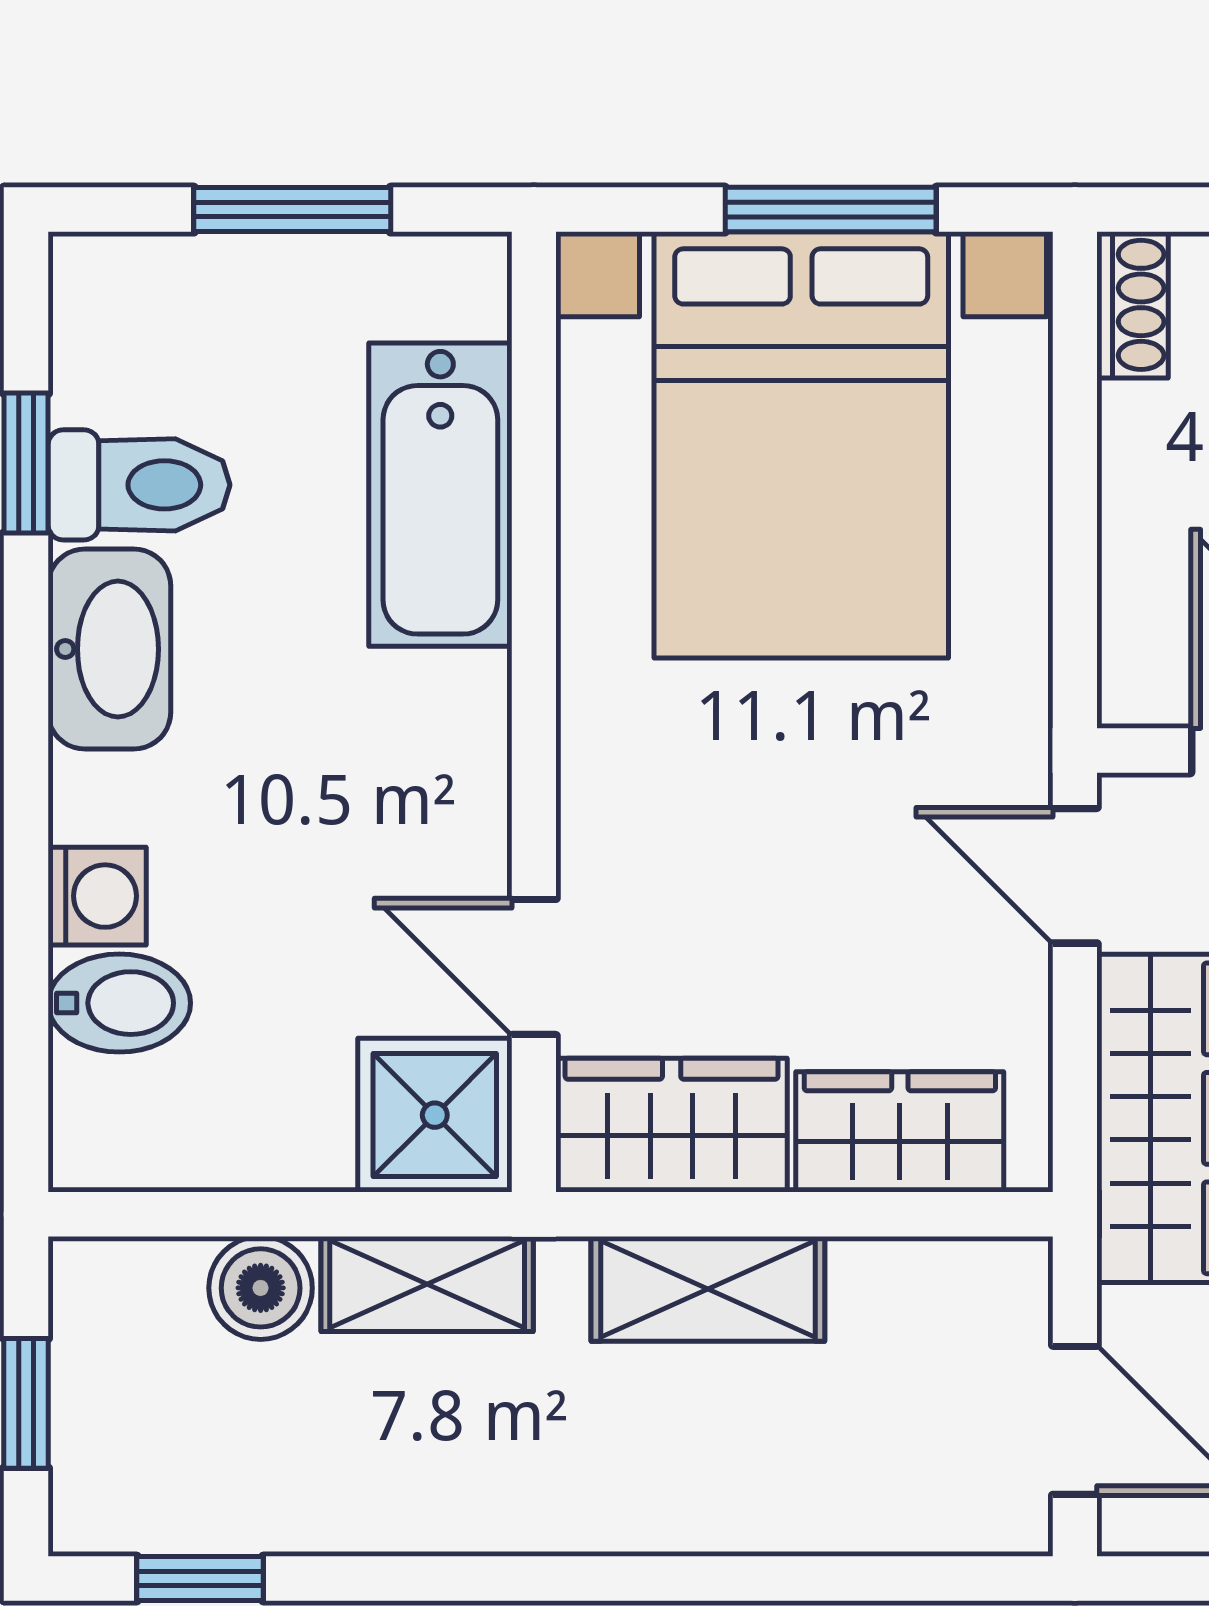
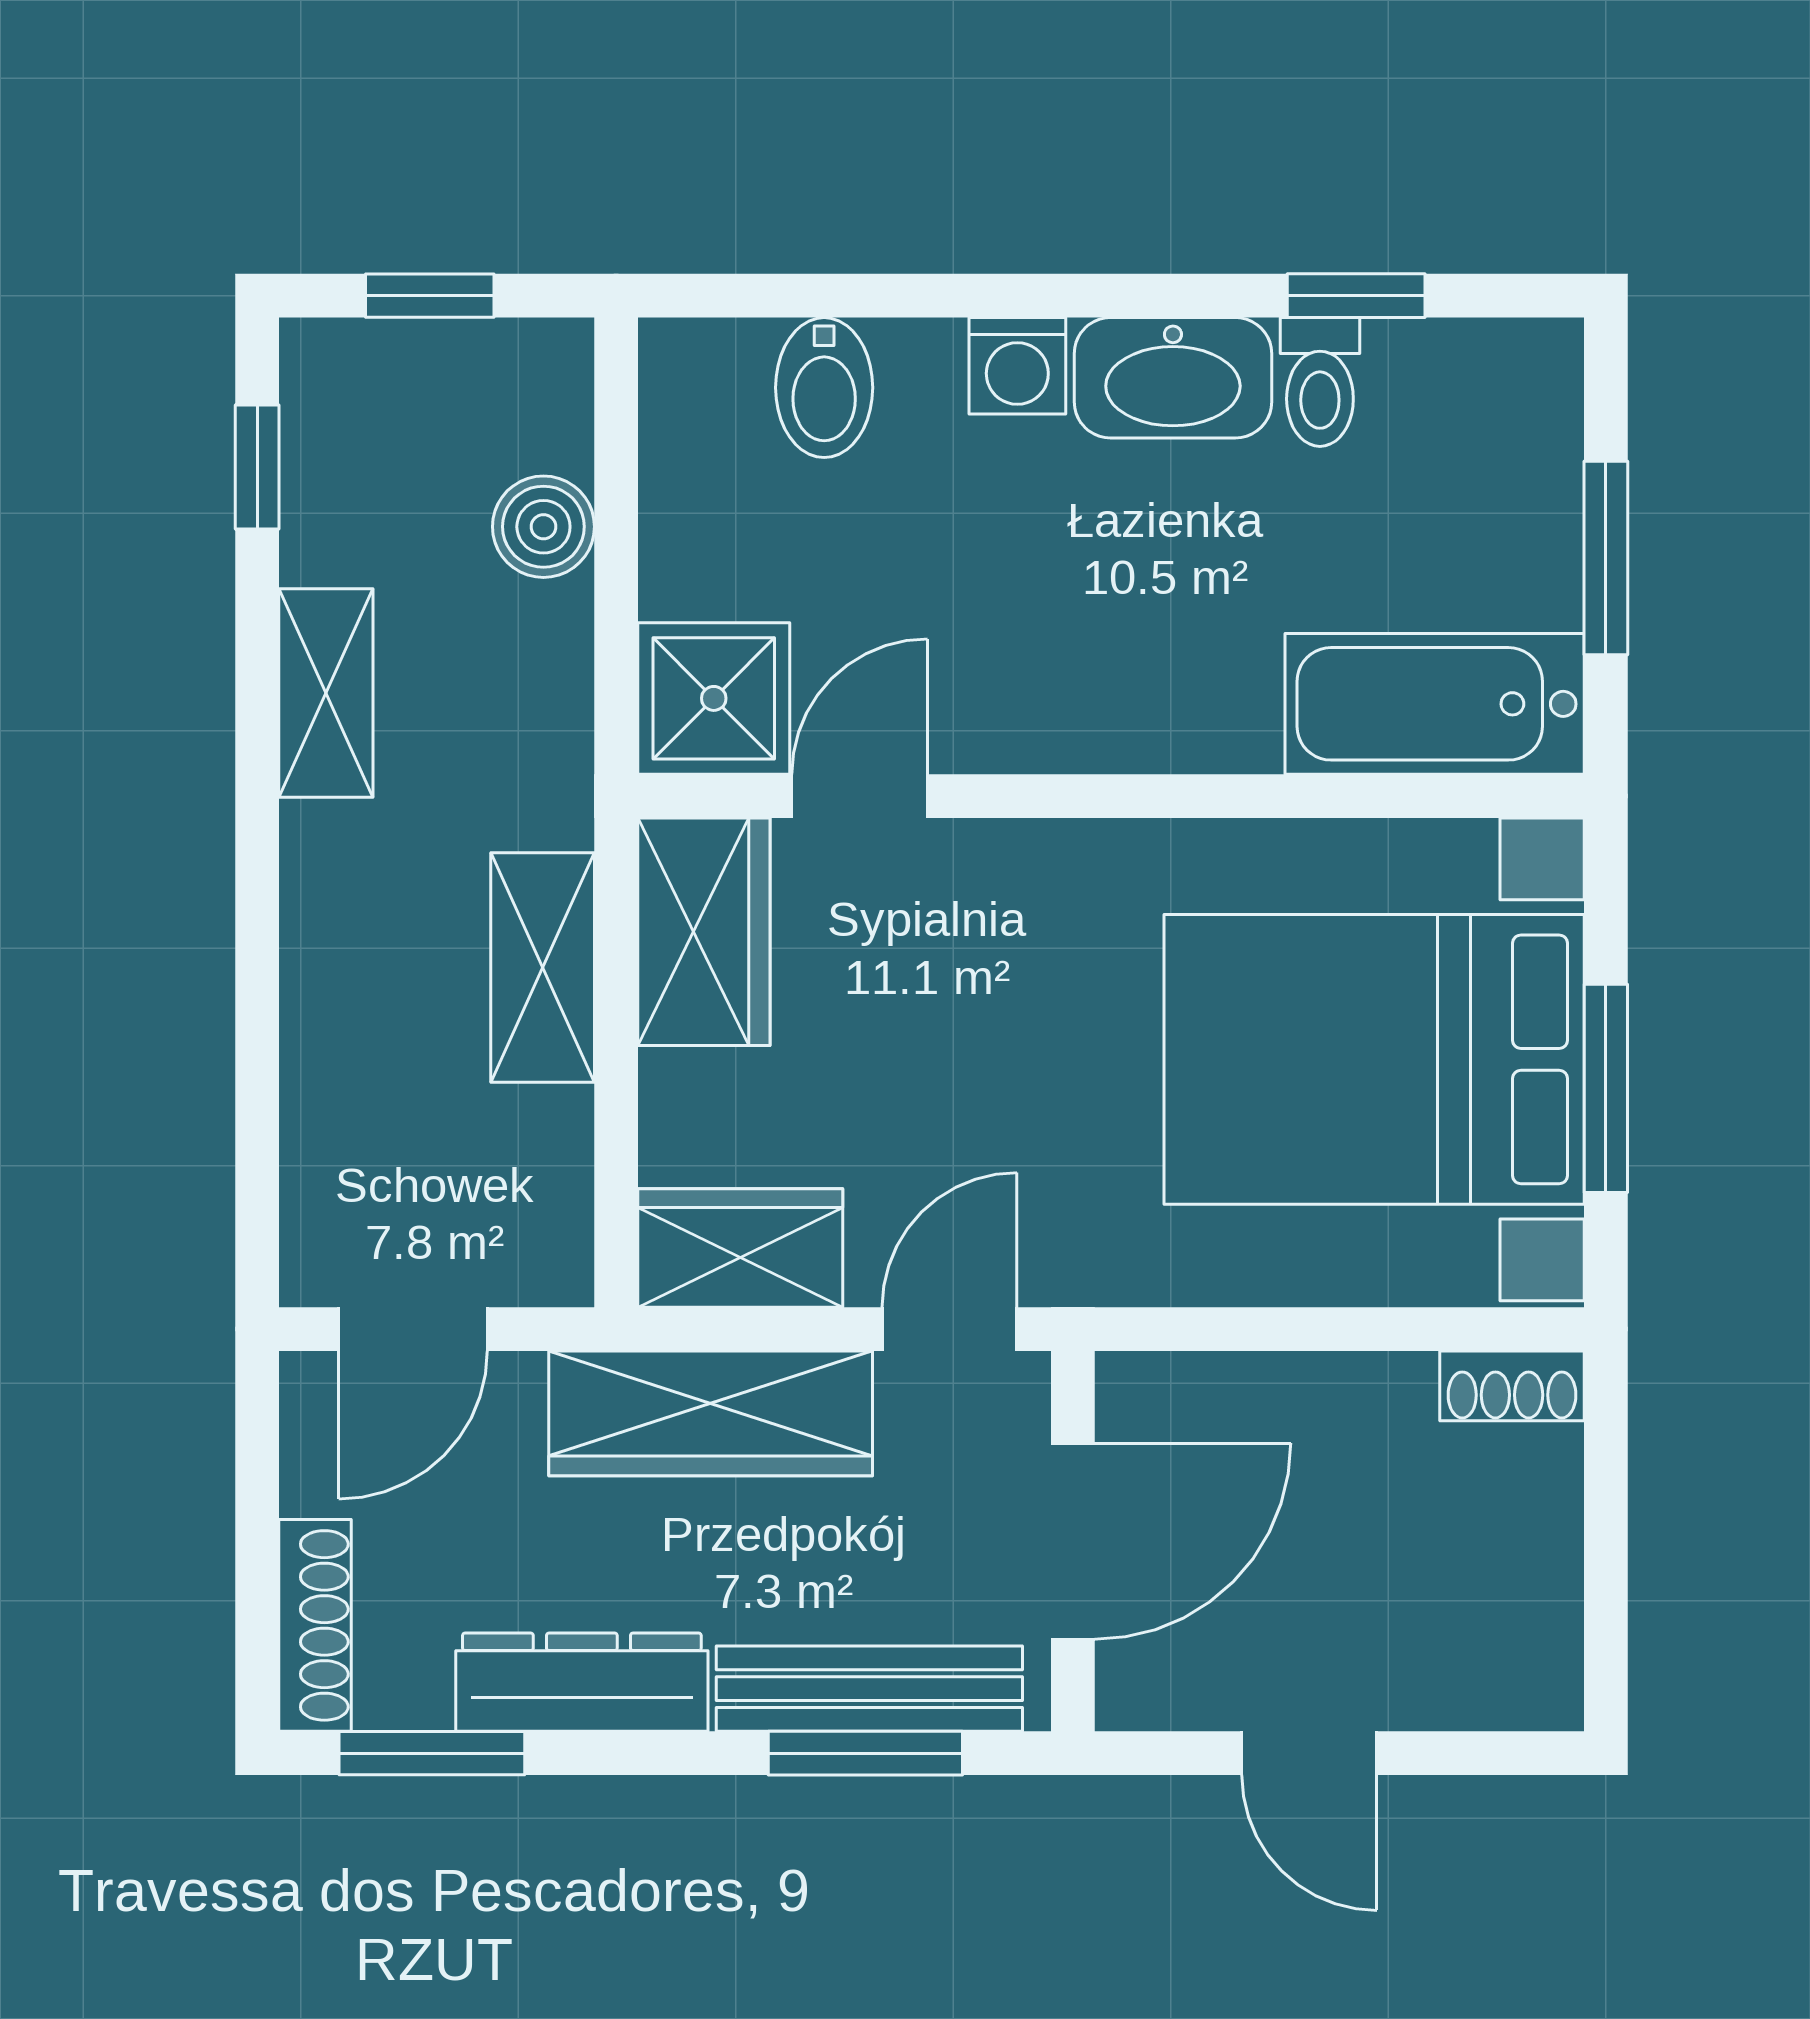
toilet: (139, 485) -> (1320, 382), width x0.73, depth x0.72
bathtub: (440, 495) -> (1435, 704), moved
washing machine: (97, 896) -> (1017, 366), moved
wardrobe: (900, 1132) -> (740, 1248), moved, turned -90
shelving: (427, 1284) -> (326, 693), moved

